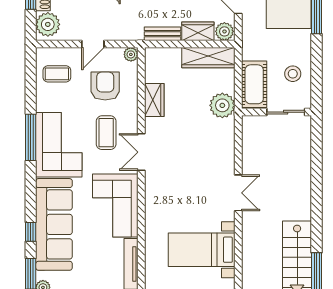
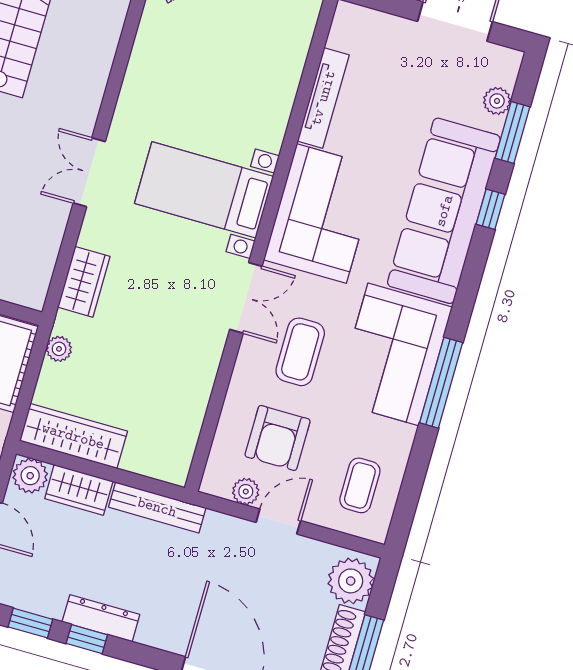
bench: (162, 34) -> (157, 507), width x1.36
plant: (131, 54) -> (246, 491), moved
coffee table: (57, 74) -> (360, 485), turned 90
wardrobe: (154, 100) -> (84, 282), moved, turned 180
plant: (222, 105) -> (59, 349), width x0.53, depth x0.53
bed with nightstands: (202, 250) -> (204, 190), moved, turned 180

